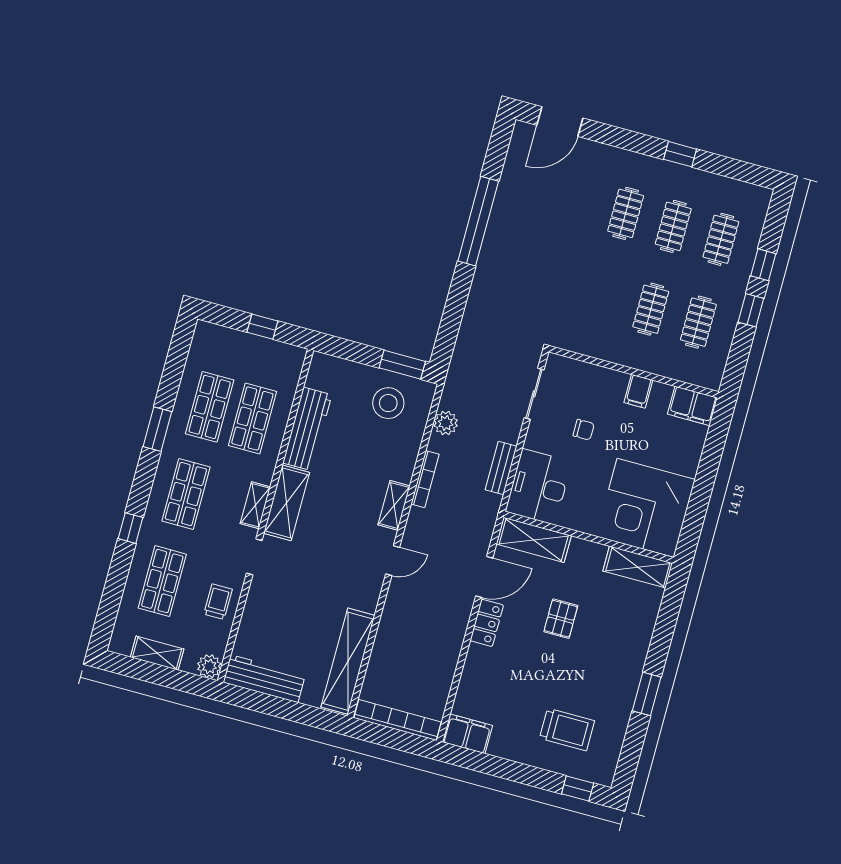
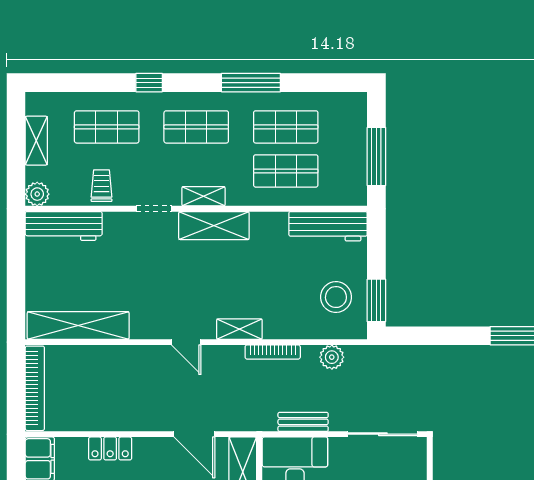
window: (262, 327) -> (376, 157), width x2.17
sliding door: (534, 394) -> (383, 434), width x1.37
window: (157, 429) -> (251, 83), width x1.44
workbench: (307, 429) -> (328, 226), moved
trolley: (218, 602) -> (101, 186), turned -90
locker: (487, 623) -> (110, 448), moved
workbench: (264, 679) -> (64, 226), moved, turned 90

